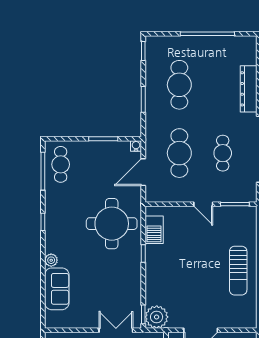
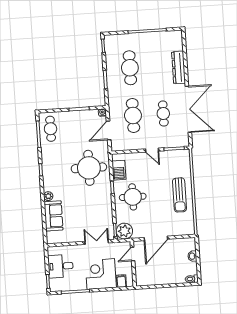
round table: (171, 269) -> (133, 197), added

